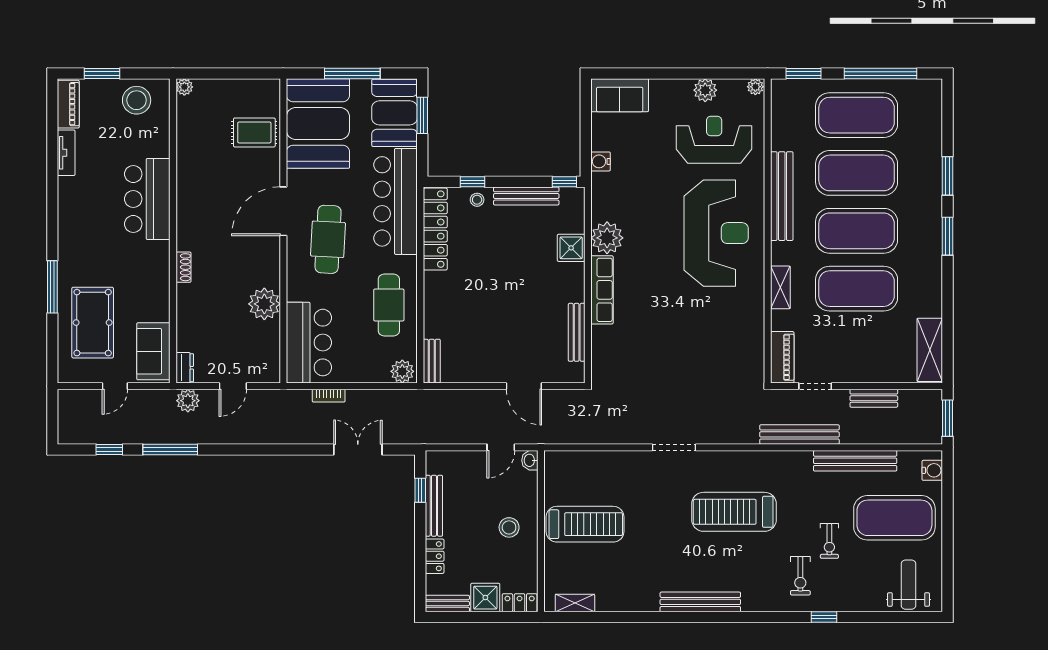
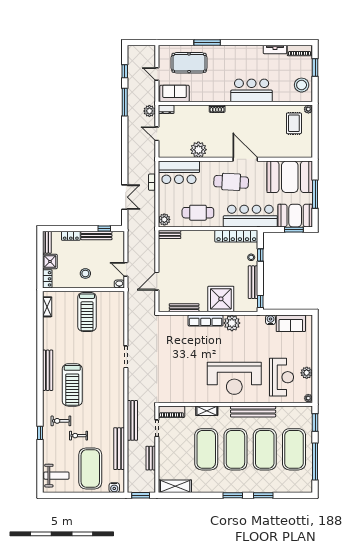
sofa: (620, 95) -> (291, 323), moved, turned -90
rug: (254, 132) -> (294, 123), moved
shower: (571, 248) -> (221, 299), width x1.86, depth x1.86
treadmill: (734, 512) -> (72, 385), moved, turned 180

